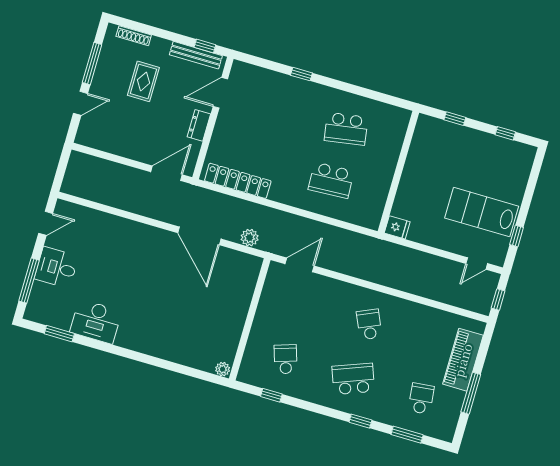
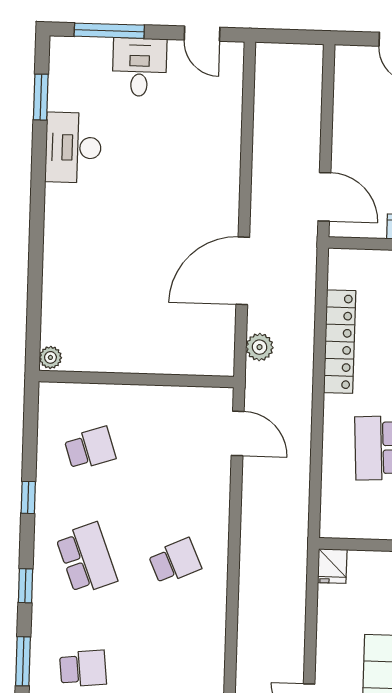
locker: (238, 181) -> (340, 342), moved
window: (271, 395) -> (28, 497), moved

